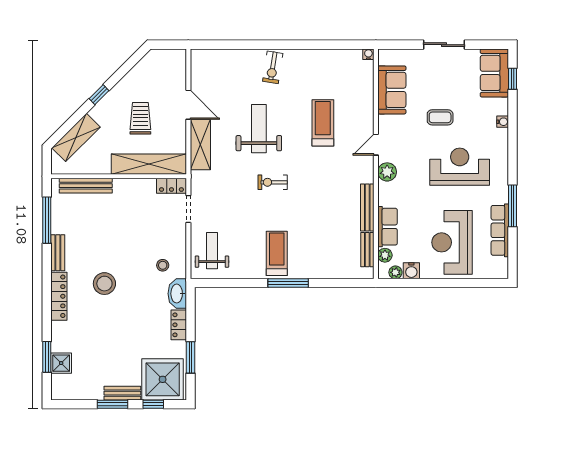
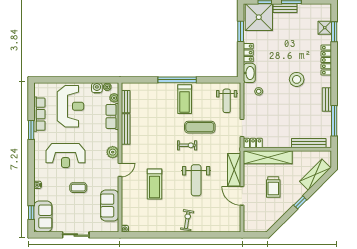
window: (512, 206) -> (31, 130), width x0.69
exercise mat: (253, 210) -> (200, 127), added
window: (288, 283) -> (177, 80), width x1.46
locker: (59, 296) -> (326, 60), moved

